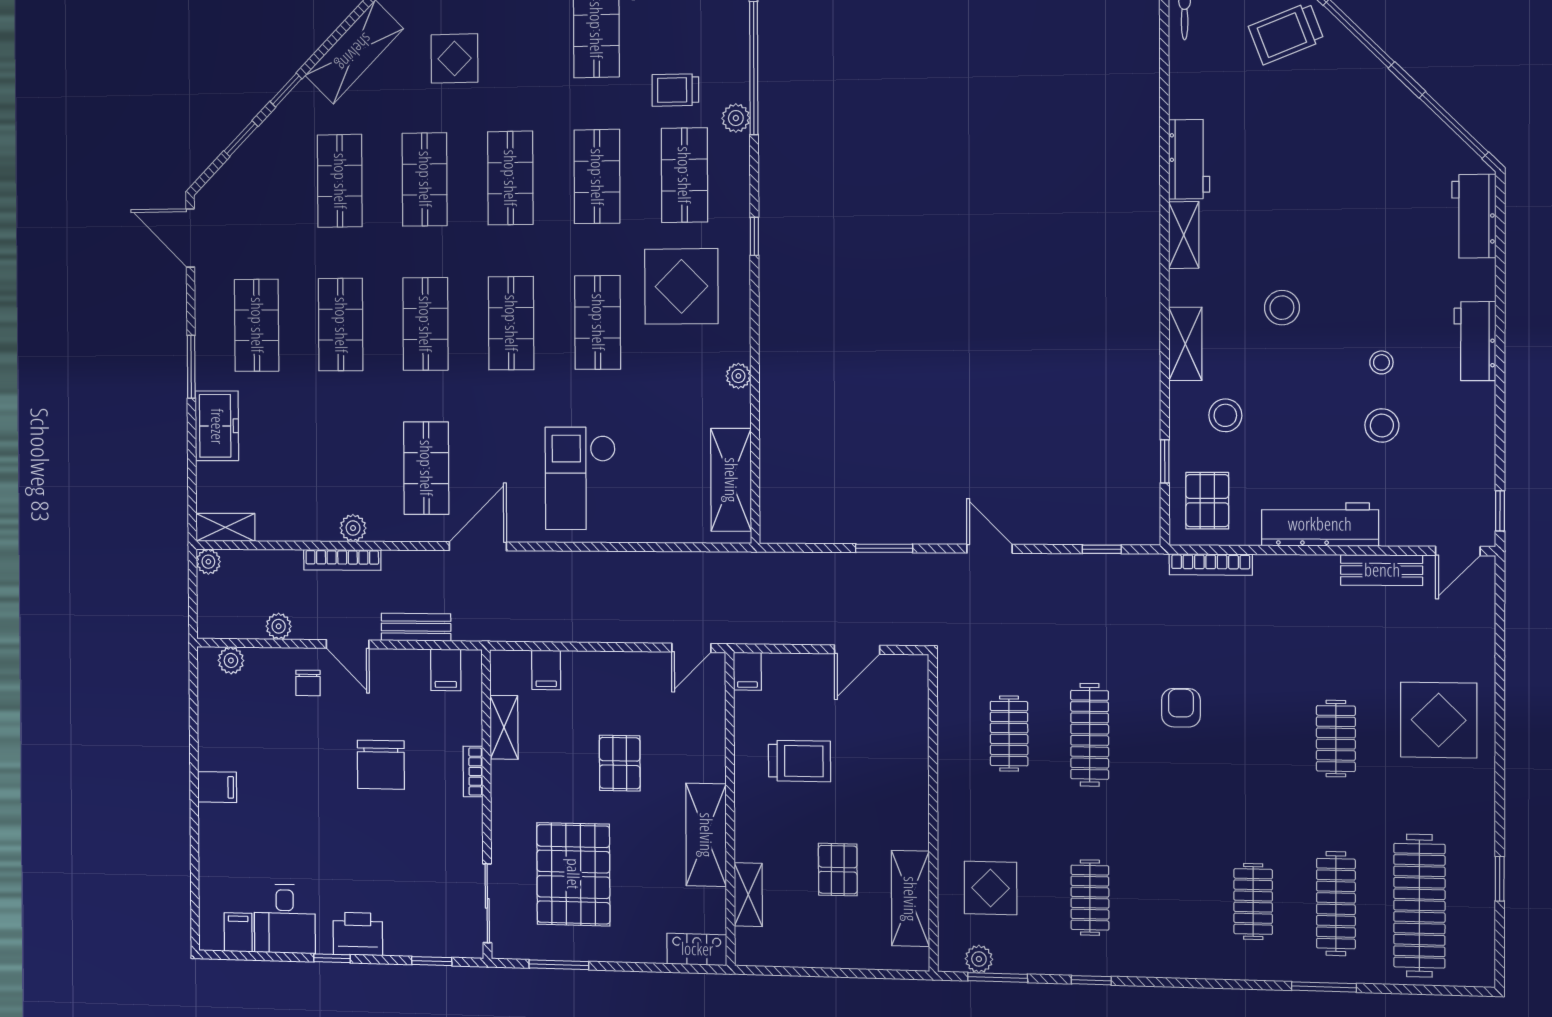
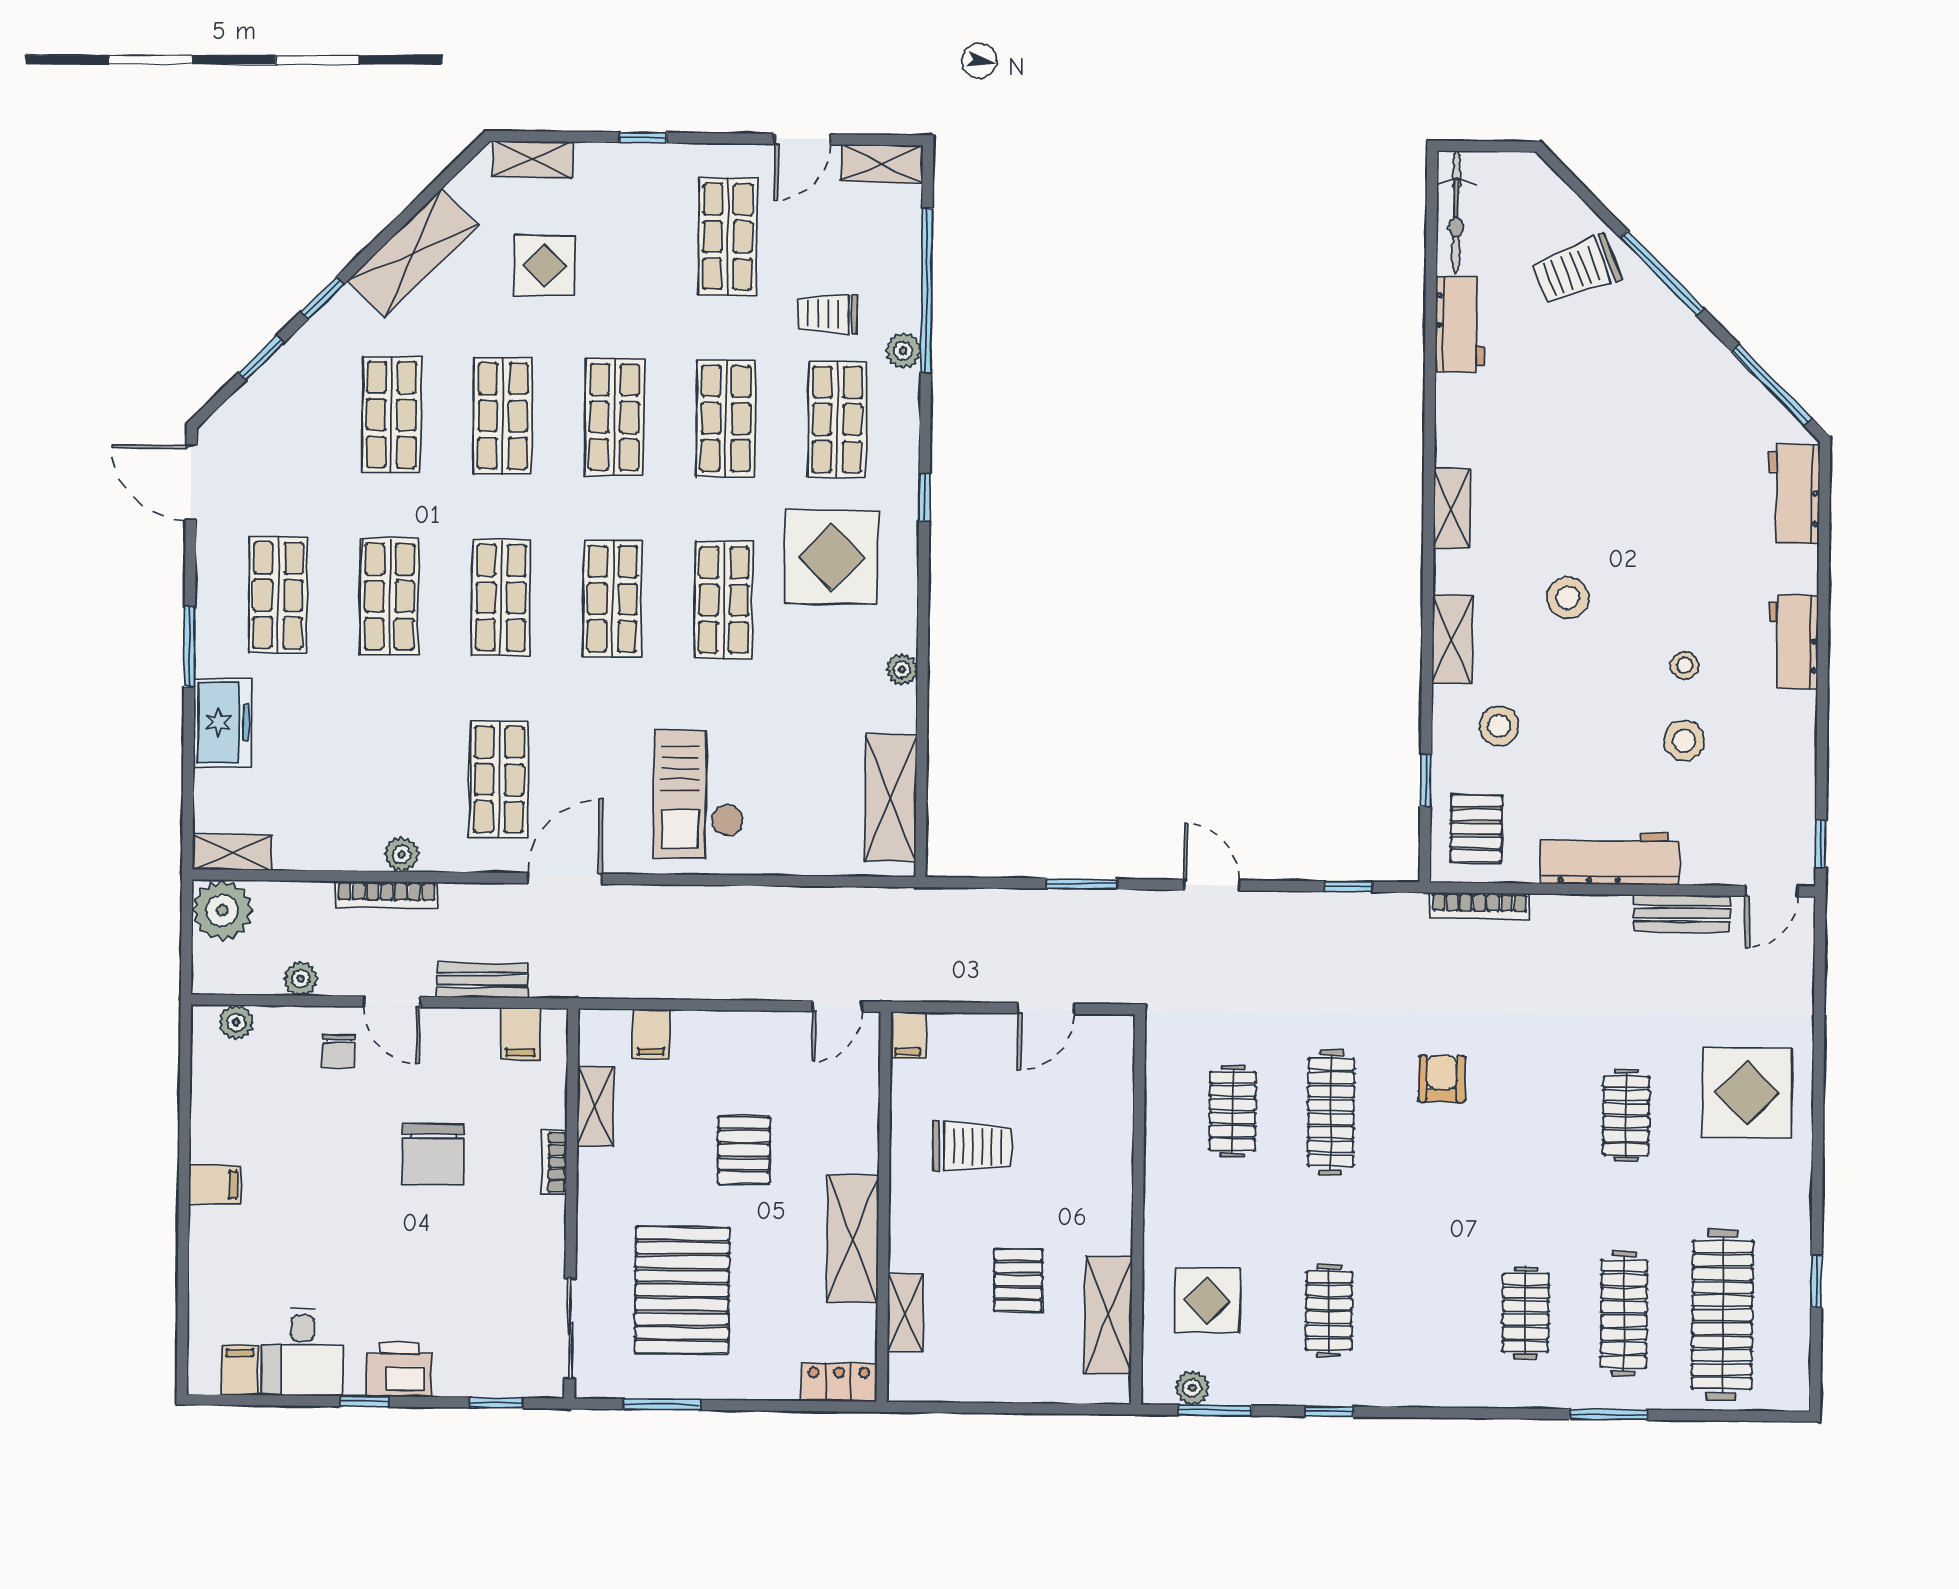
workbench: (1189, 159) -> (1460, 325), moved
plant: (208, 562) -> (222, 910), width x1.88, depth x1.88

